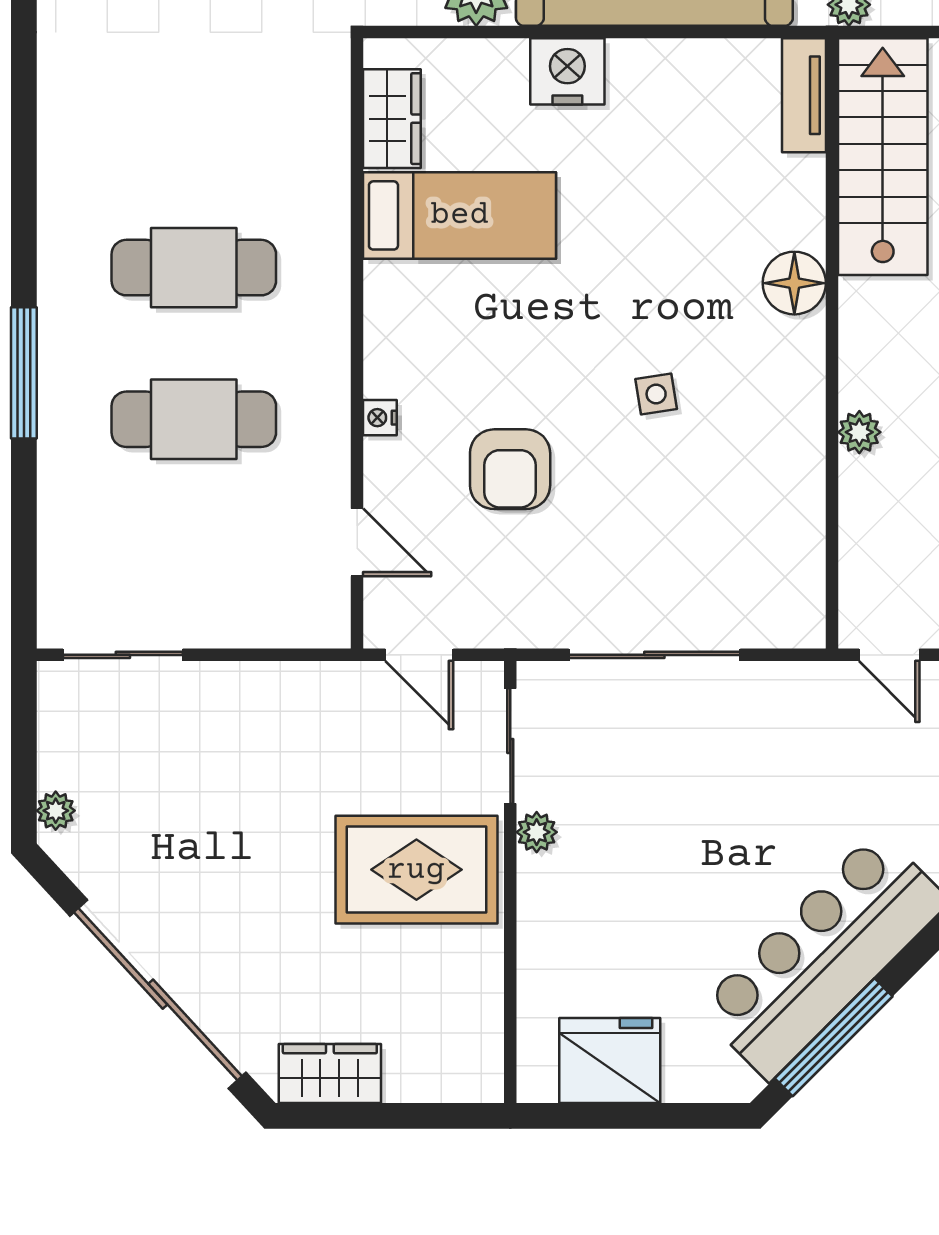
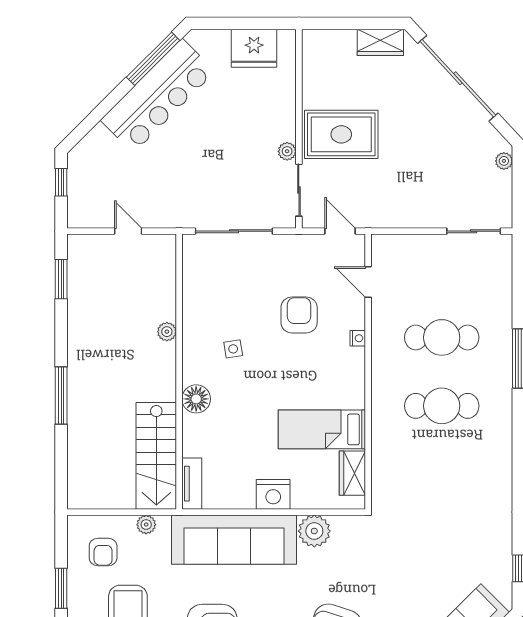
tv unit: (804, 95) -> (192, 484), moved
stairs: (883, 157) -> (156, 456), moved
floor lamp: (794, 283) -> (196, 399), moved
wall: (832, 343) -> (179, 372), moved
plant: (859, 432) -> (167, 332), moved

